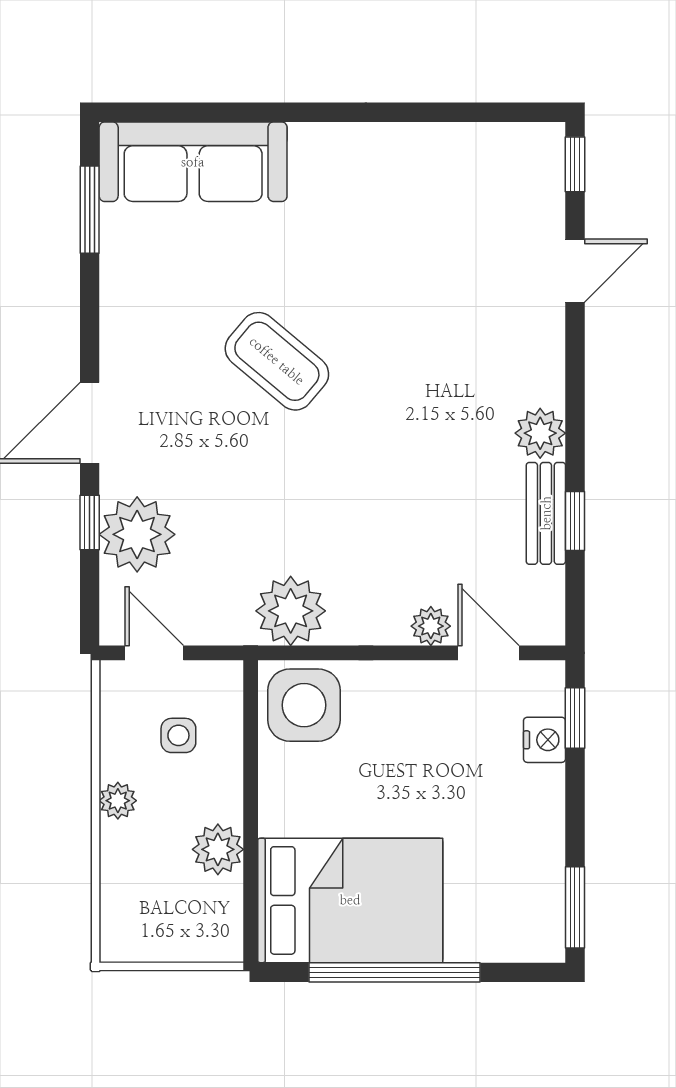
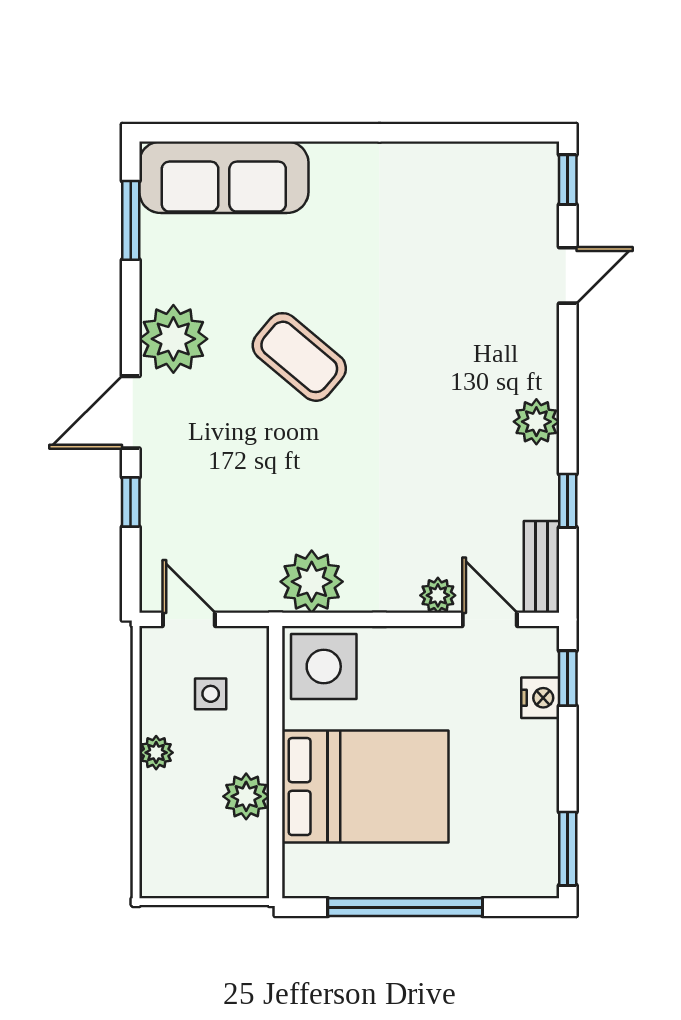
bench: (546, 513) -> (541, 567), moved
plant: (137, 534) -> (173, 339), moved
bed: (350, 900) -> (365, 787), moved

